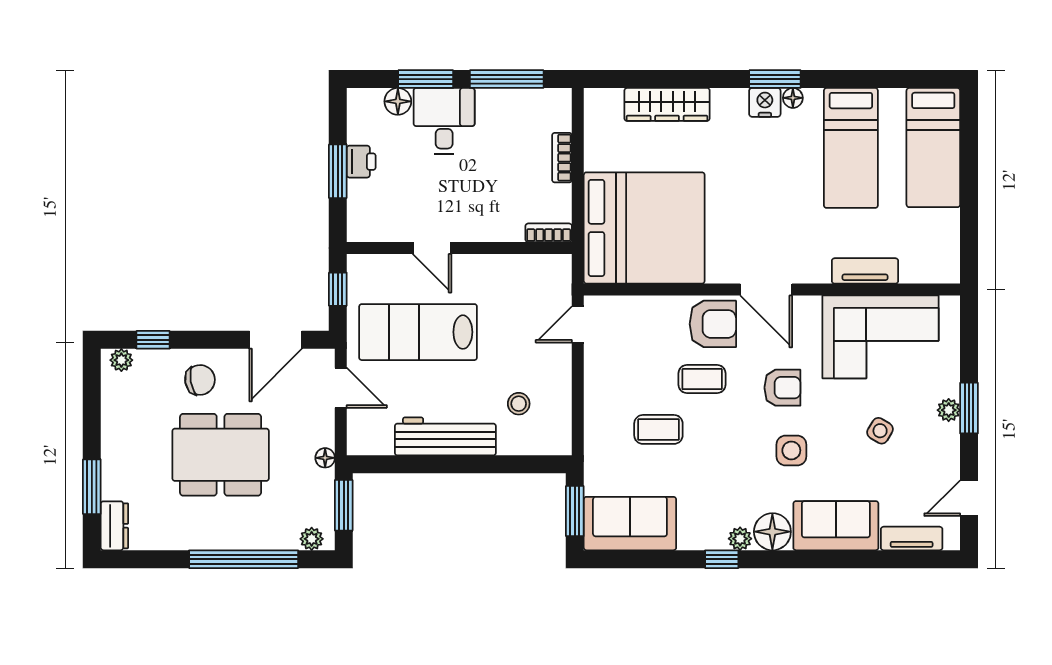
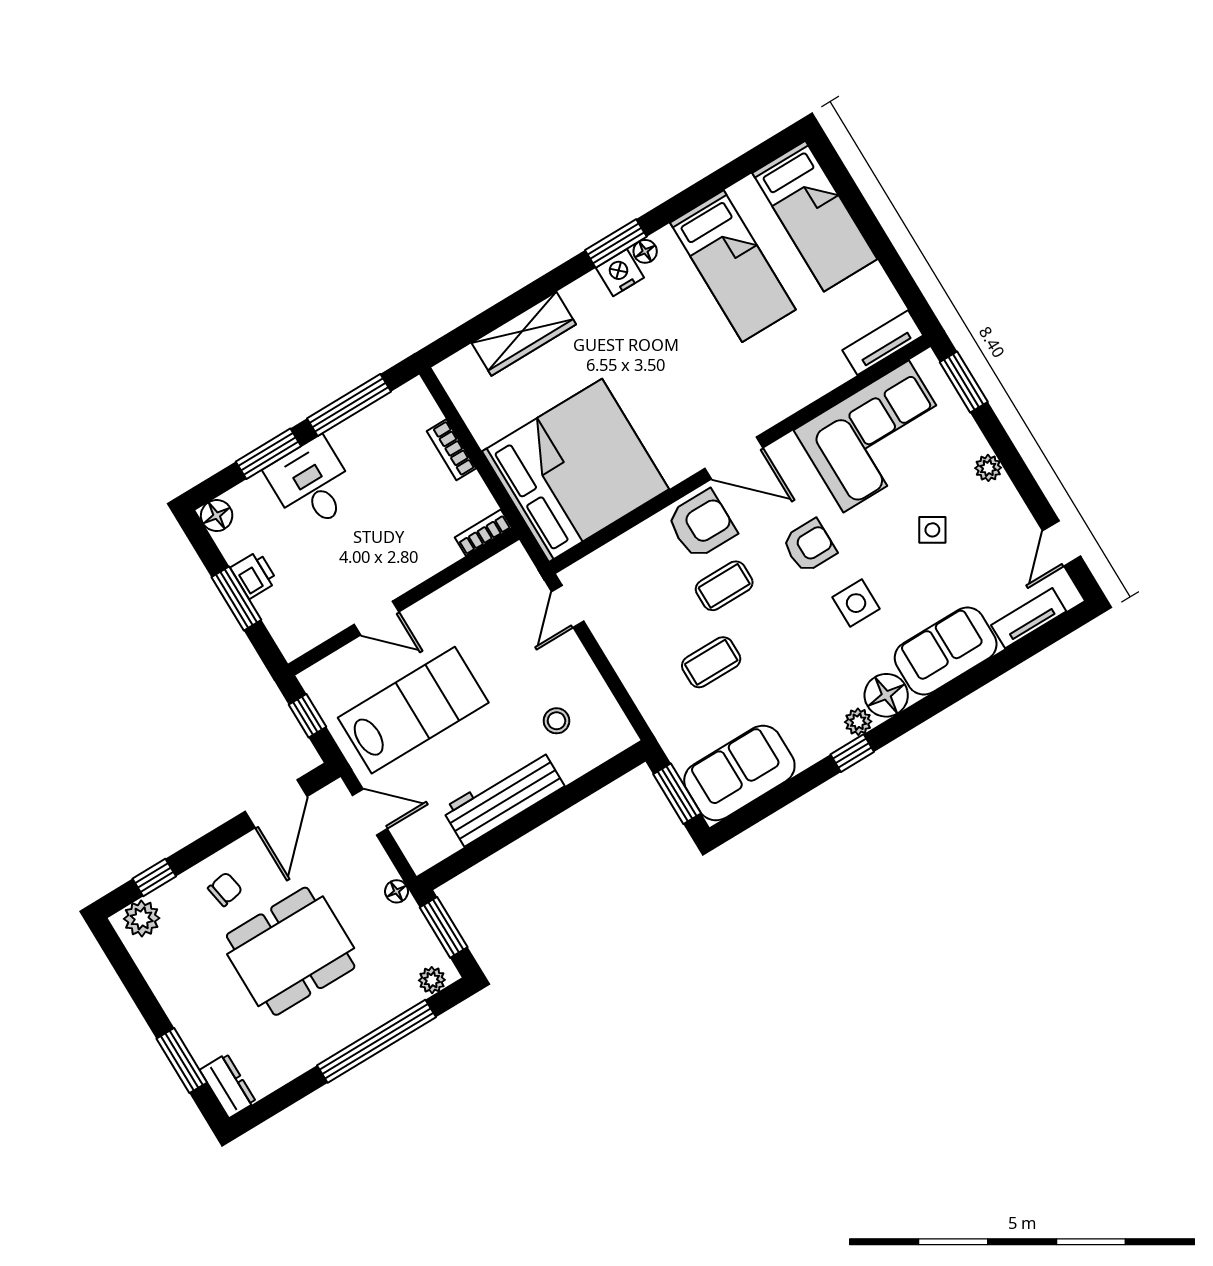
floor lamp: (398, 101) -> (217, 516), moved
tv unit: (865, 271) -> (883, 343), moved
lab bench: (418, 332) -> (413, 710), turned 180
plant: (121, 360) -> (142, 918), width x1.38, depth x1.38
chair: (200, 380) -> (225, 889), width x0.73, depth x0.73
window: (969, 408) -> (964, 382), moved

